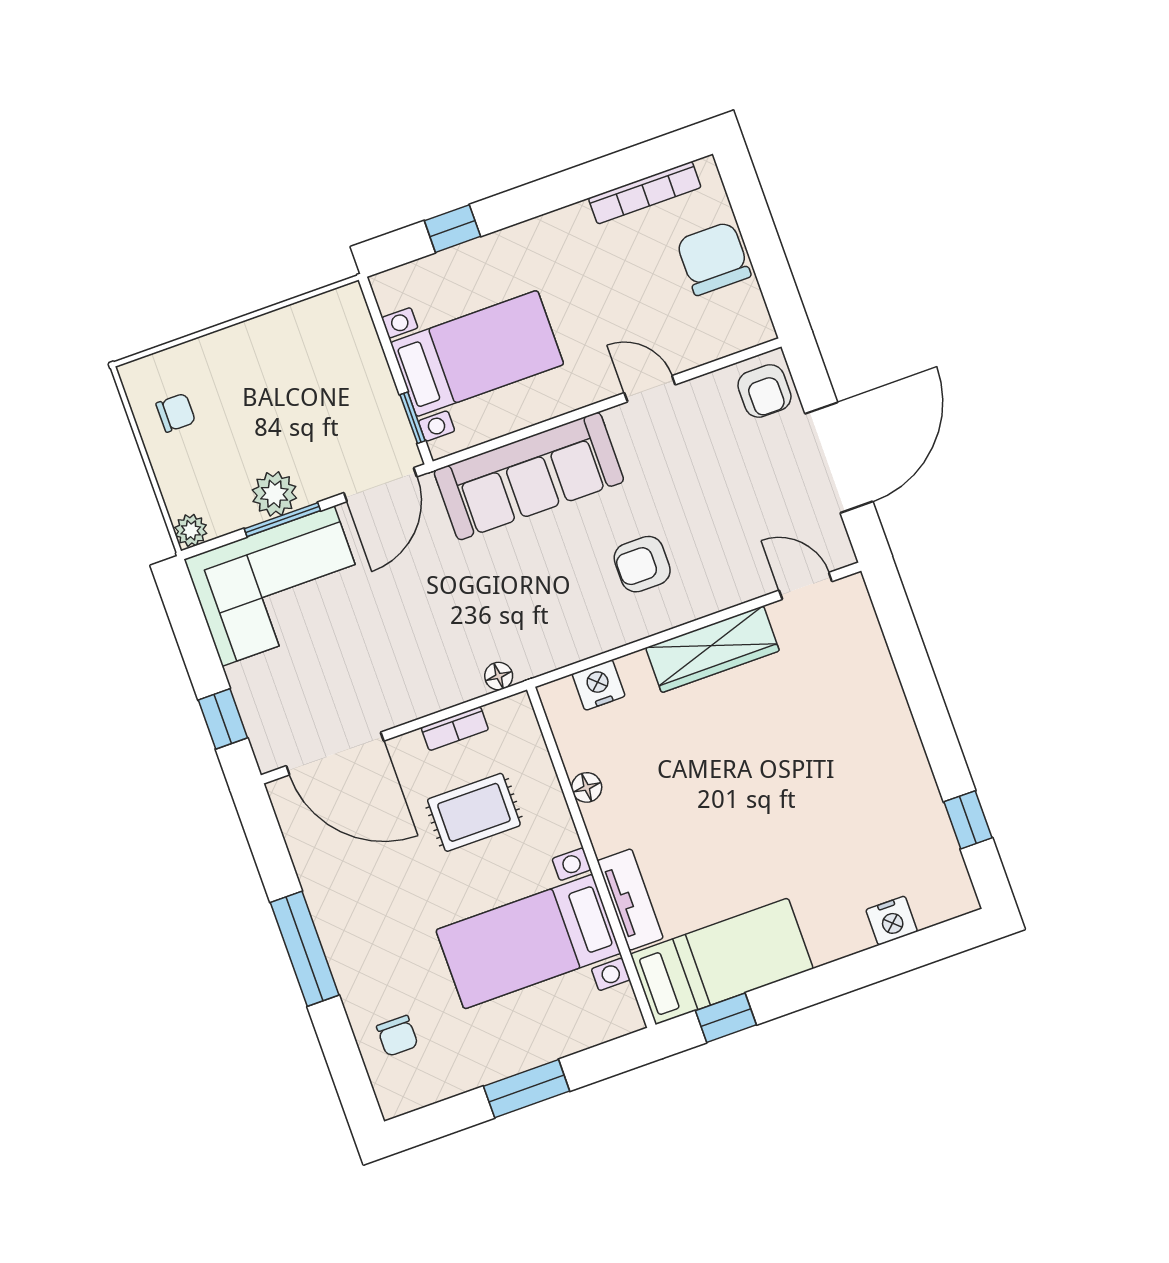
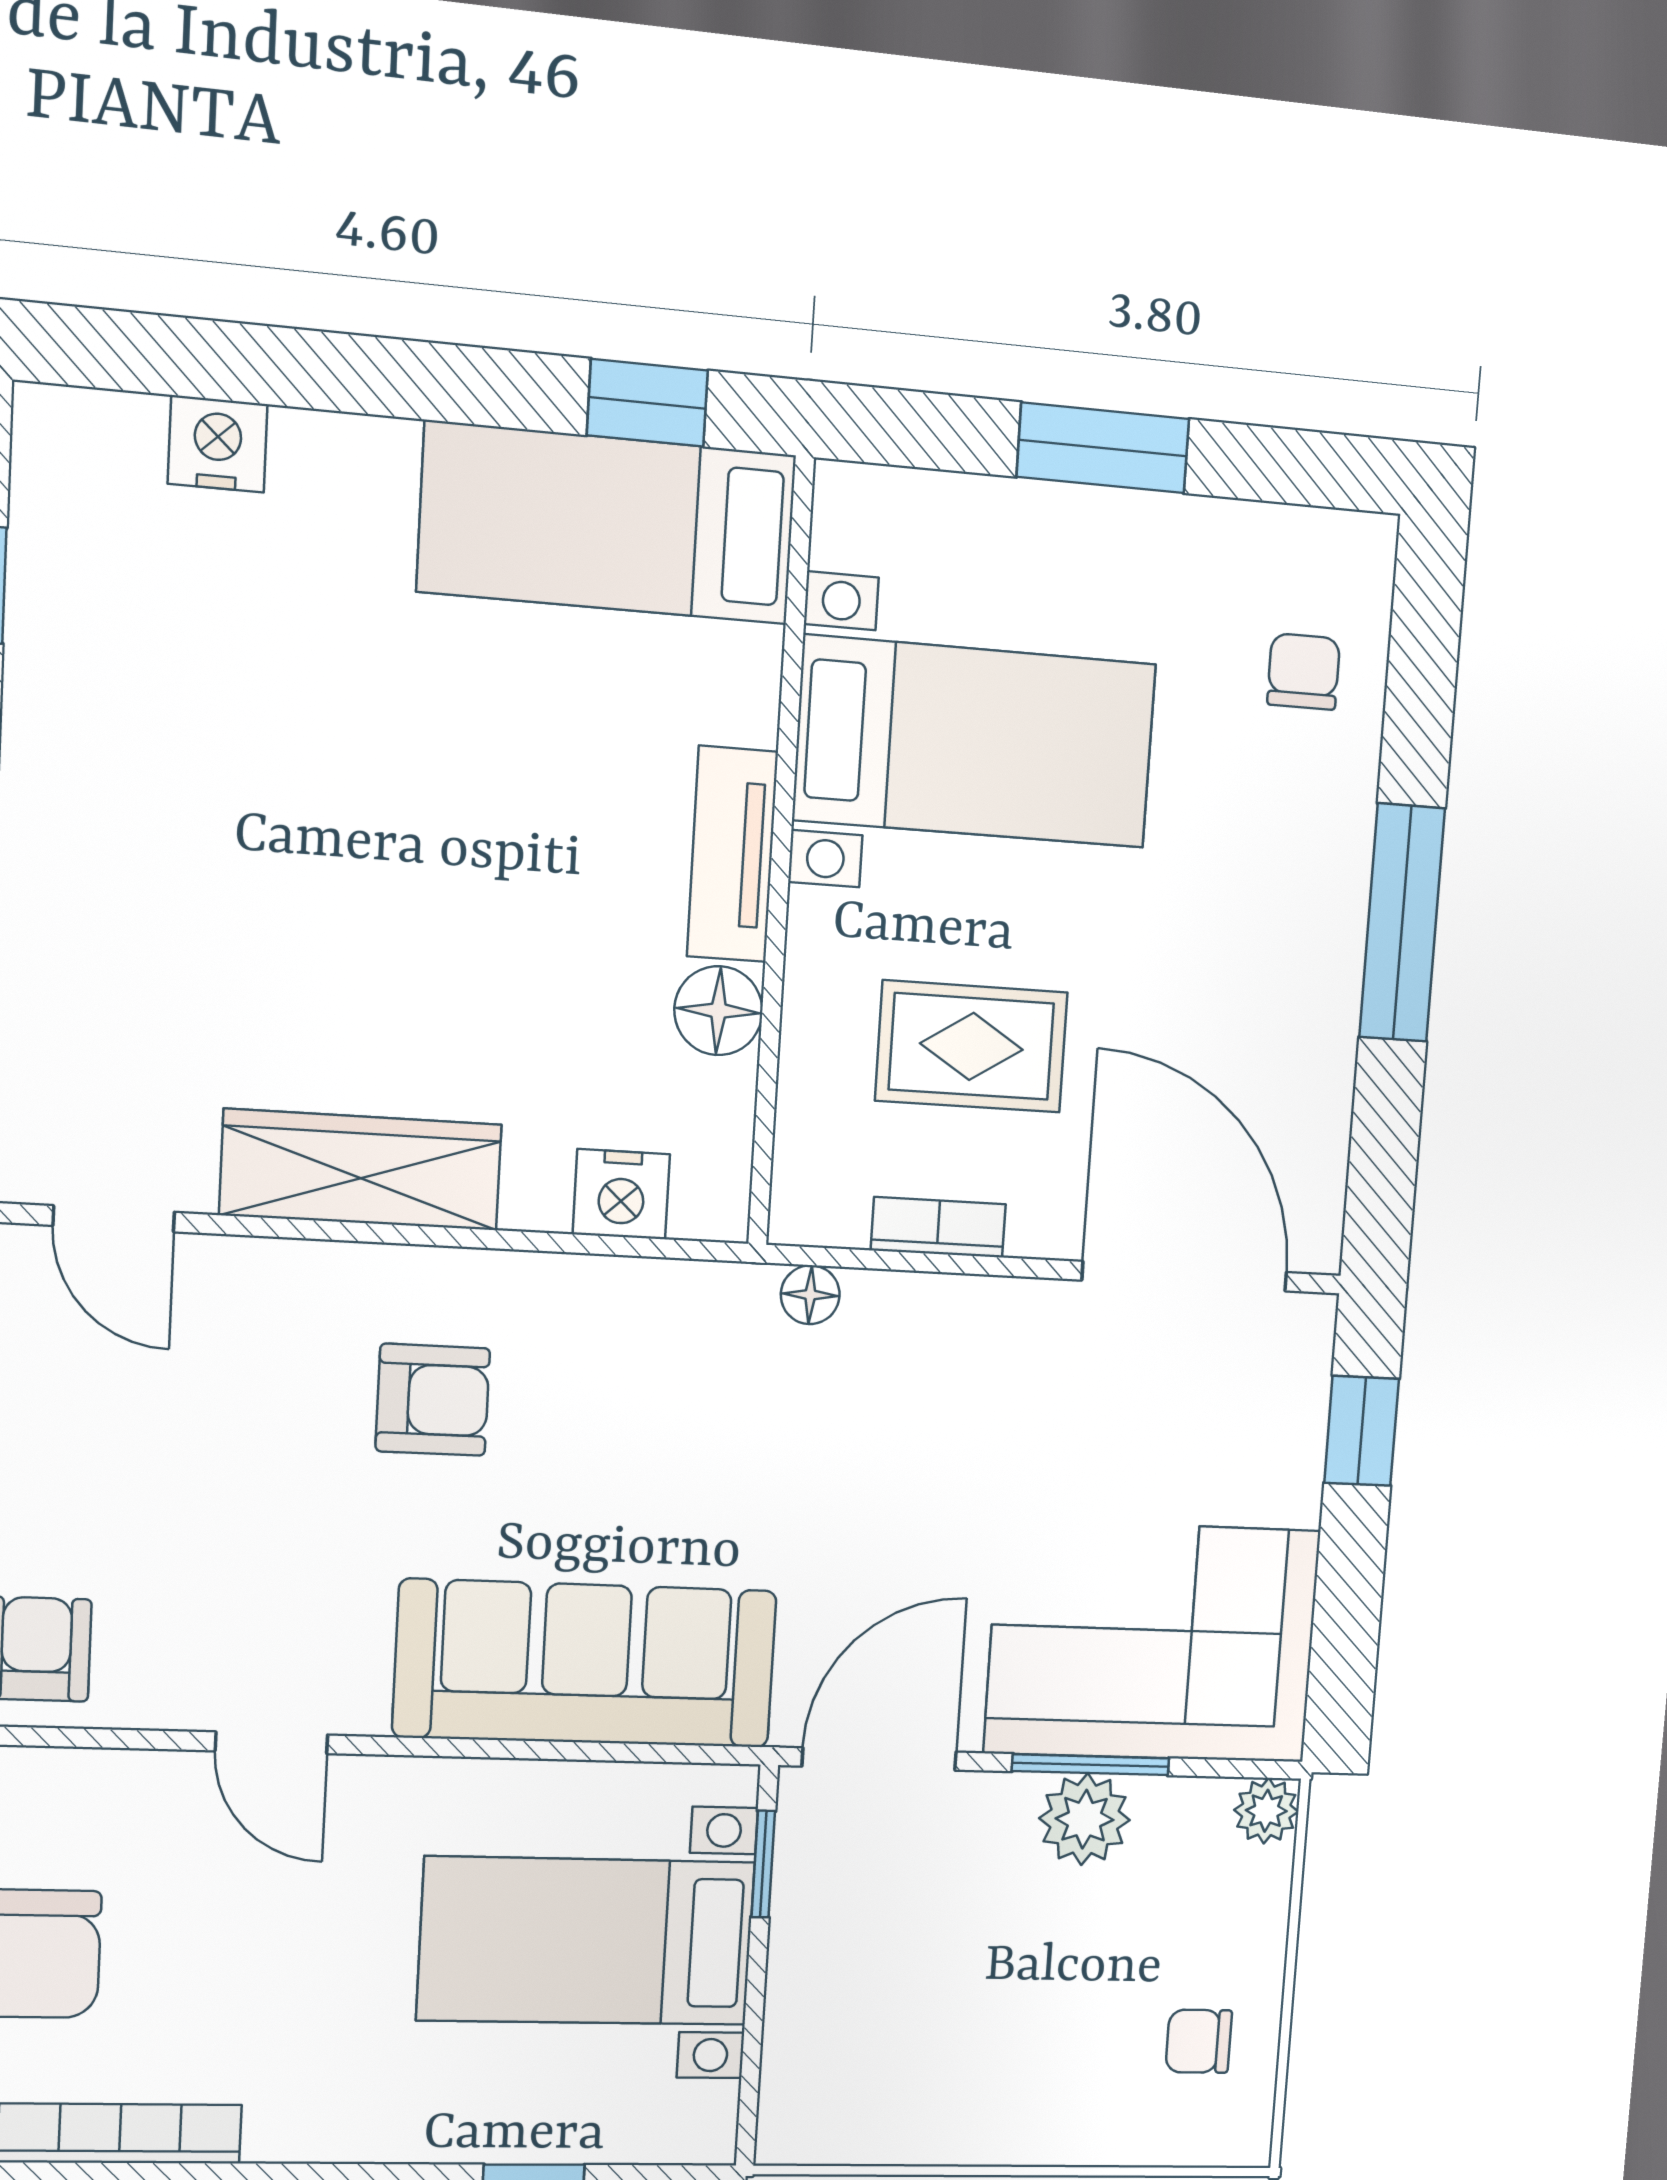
floor lamp: (587, 787) -> (718, 1011), width x1.37, depth x1.37
tv unit: (630, 900) -> (732, 854), moved

